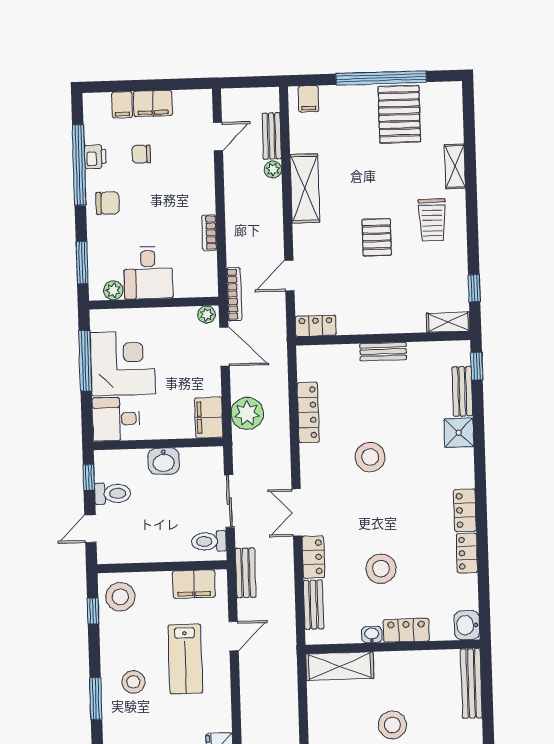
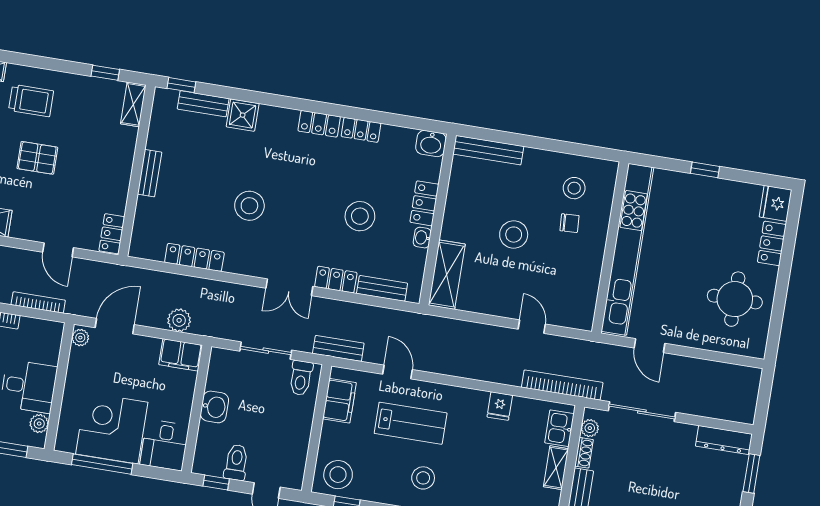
bookcase: (234, 294) -> (38, 302), moved
plant: (247, 413) -> (179, 320), width x0.73, depth x0.73

